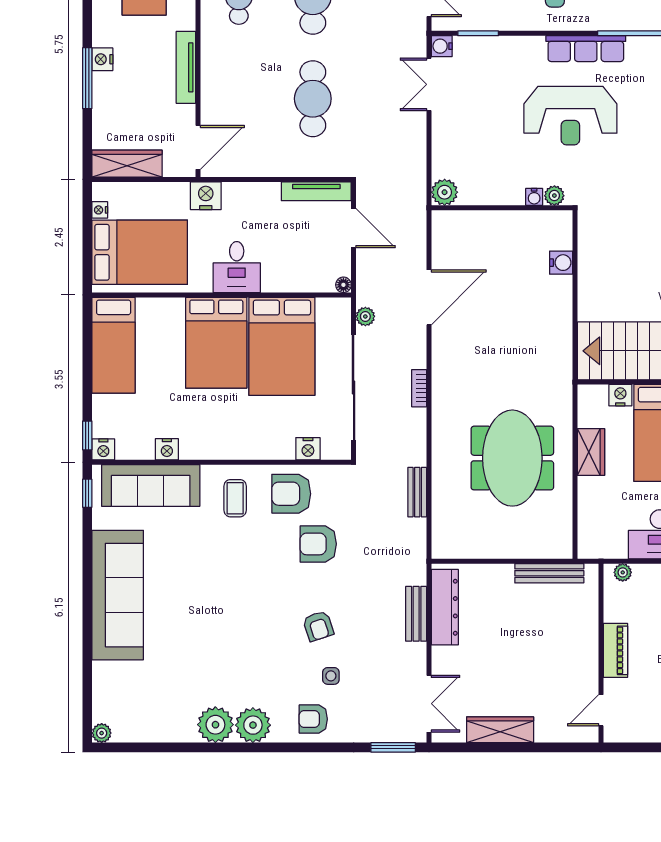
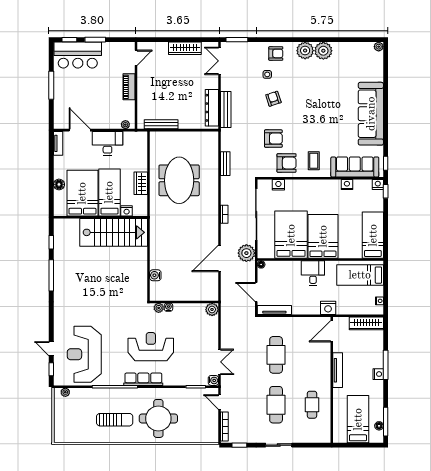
bed: (140, 252) -> (360, 275), width x0.67
plant: (365, 316) -> (246, 253), width x1.88, depth x1.88
bench: (416, 614) -> (226, 109), width x1.36

